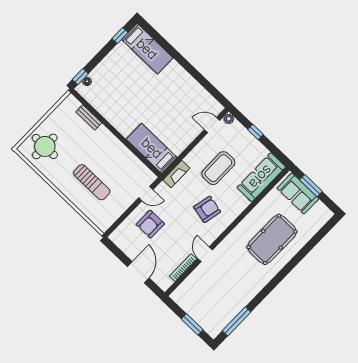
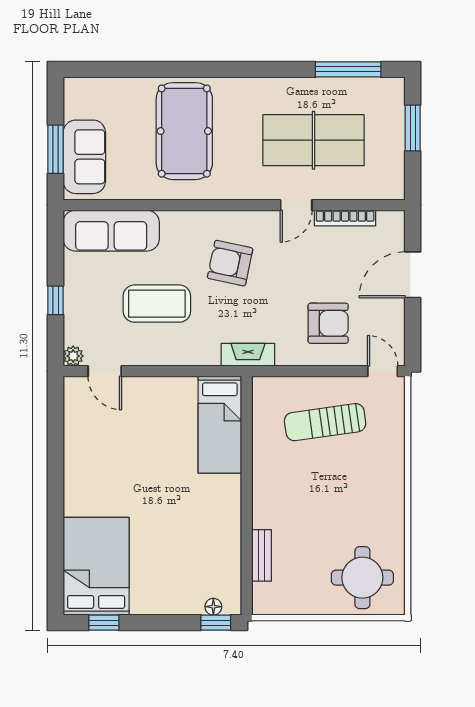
bed: (147, 49) -> (96, 566), width x1.50
fireplace: (176, 174) -> (248, 355), moved
sun lounger: (92, 182) -> (325, 422), moved, turned -98
door: (146, 194) -> (383, 371), moved
pool table: (272, 239) -> (184, 131), turned 90
table tennis table: (223, 284) -> (314, 140), added

